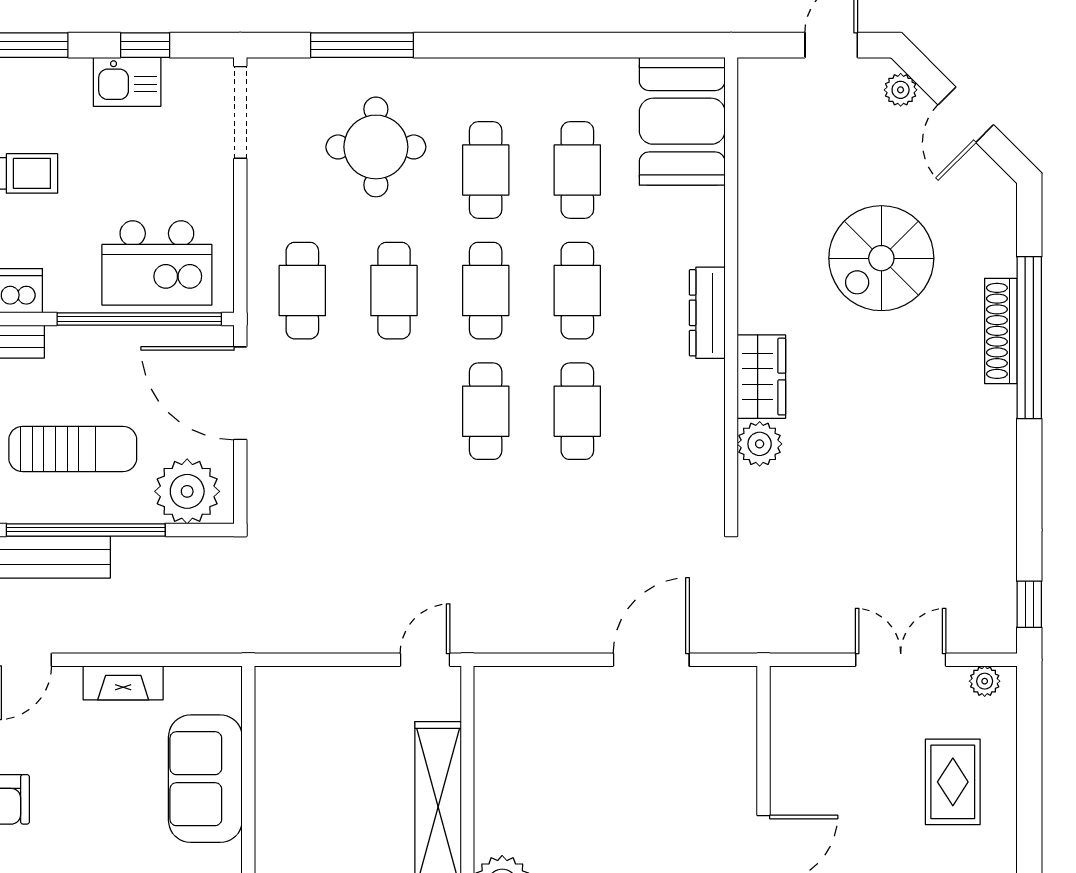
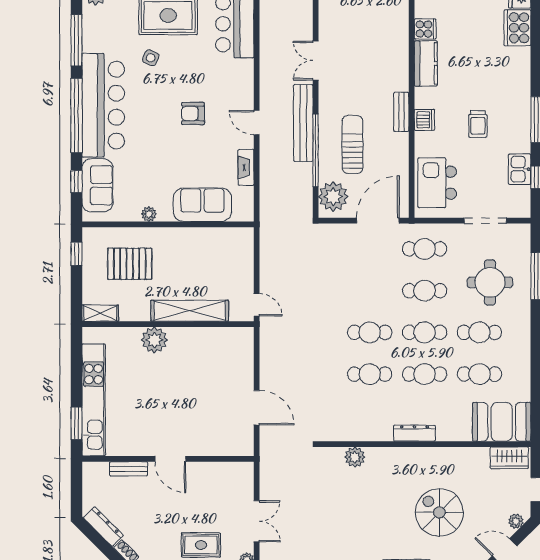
doorway: (240, 112) -> (485, 221), moved
window: (139, 319) -> (412, 175), removed
wardrobe: (761, 377) -> (509, 458), moved
sun lounger: (73, 449) -> (352, 144), turned 180

